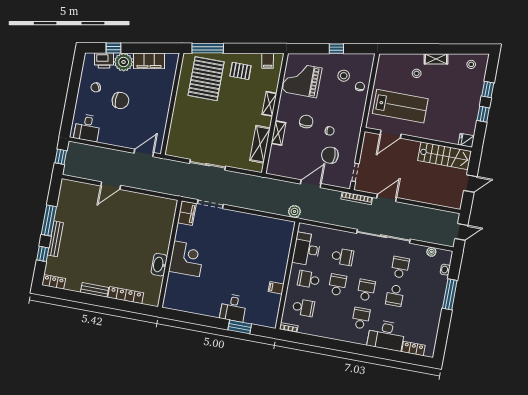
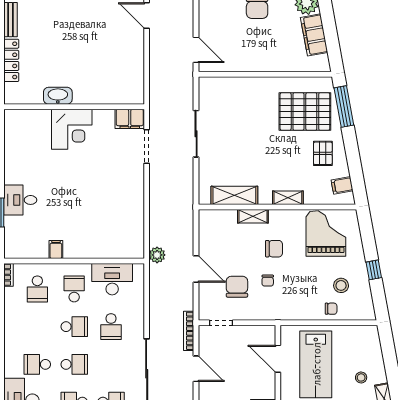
school desk: (361, 318) -> (37, 364), turned 180

